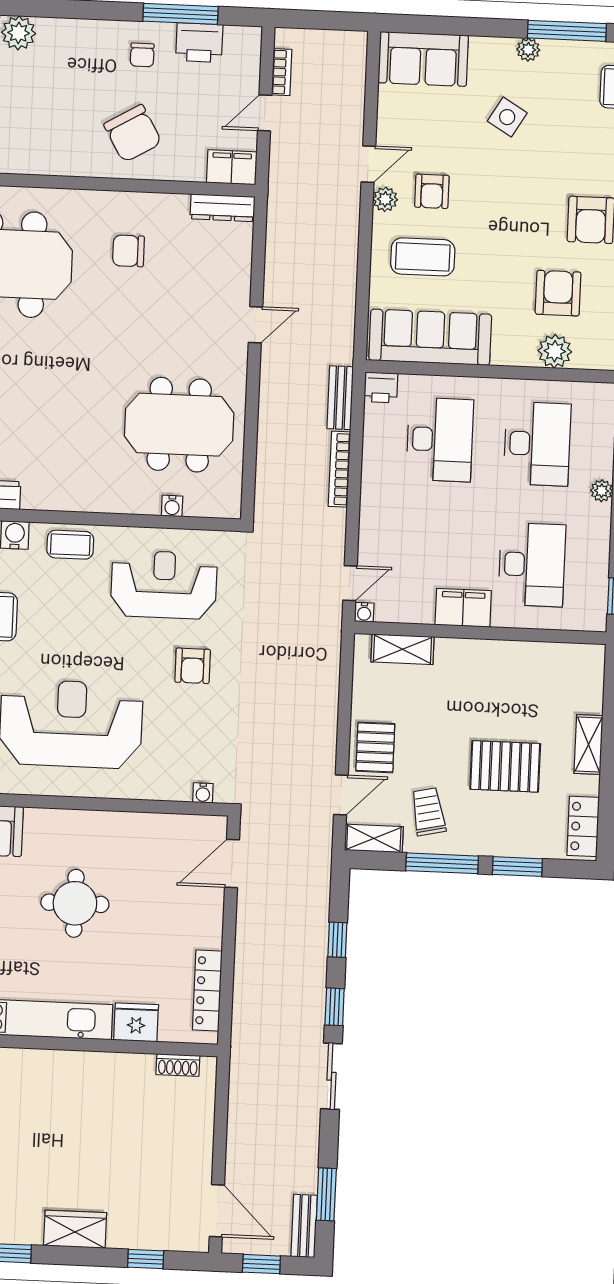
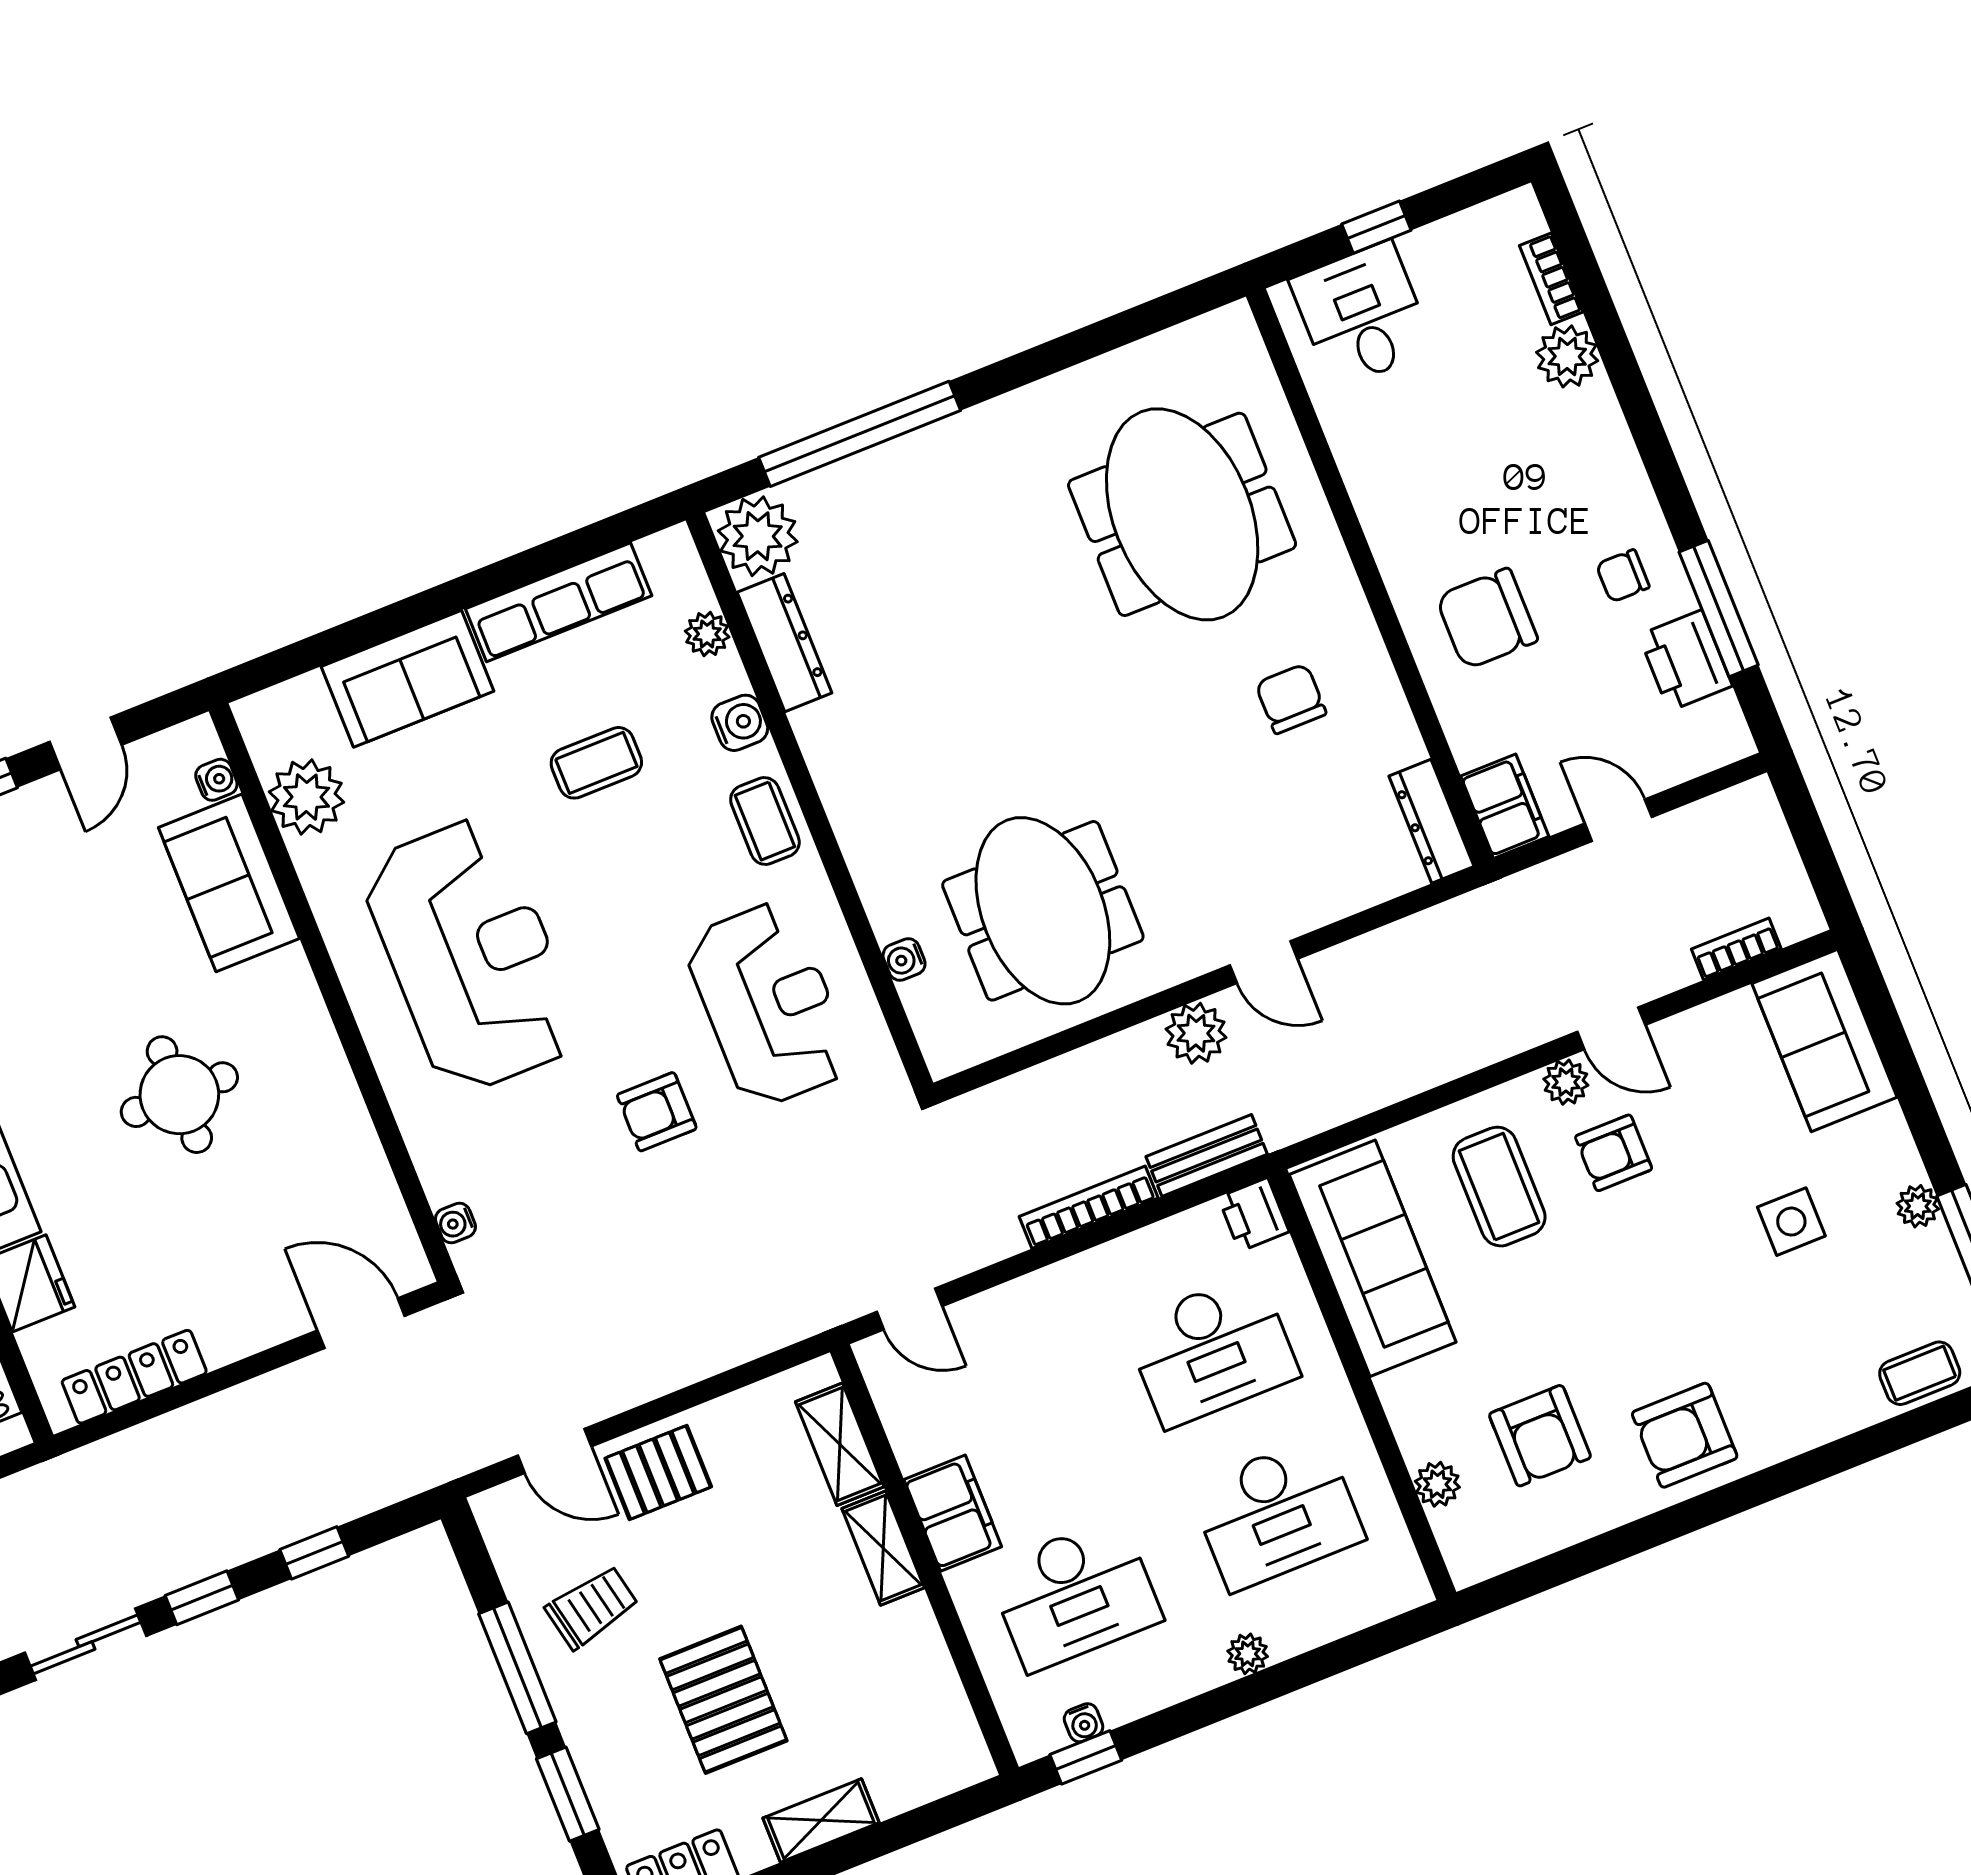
bookcase: (282, 72) -> (1736, 949), moved, turned 180
side table: (507, 117) -> (1791, 1222), turned -31
chair: (133, 133) -> (1487, 619), turned 30
armchair: (558, 293) -> (1540, 1436), turned 90
plant: (555, 351) -> (1437, 1484), width x0.73, depth x0.73
plant: (276, 375) -> (1196, 1033), added
water cooler: (364, 612) -> (1084, 1723), moved, turned -90
shelving: (374, 838) -> (883, 1548), moved

